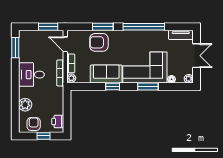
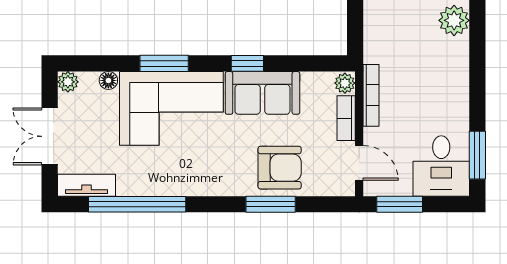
window: (144, 27) -> (137, 204), moved
desk: (31, 75) -> (441, 166), moved, turned 90

